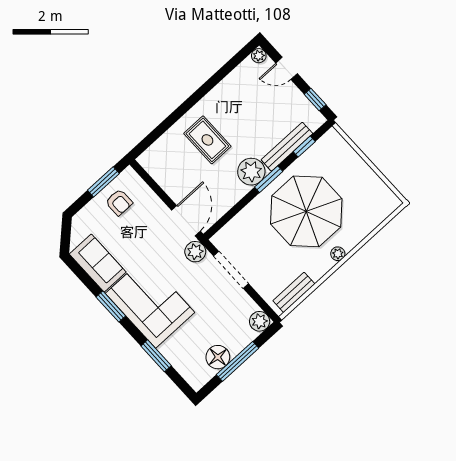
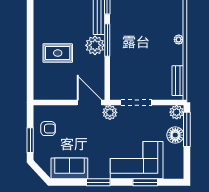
window: (269, 179) -> (107, 40), width x1.44
window: (103, 182) -> (30, 140), moved
parasol: (306, 211) -> (142, 36), removed
corner sofa: (150, 303) -> (137, 160), moved
floor lamp: (218, 357) -> (175, 135), moved
window: (238, 361) -> (187, 129), moved

